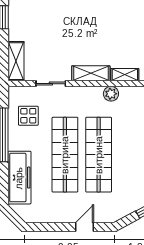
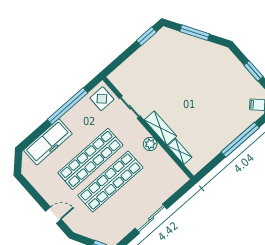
shelving: (16, 61) -> (124, 70), removed
plant: (111, 94) -> (150, 144), moved
display table: (28, 116) -> (102, 99), moved

